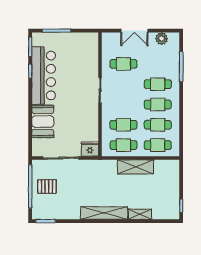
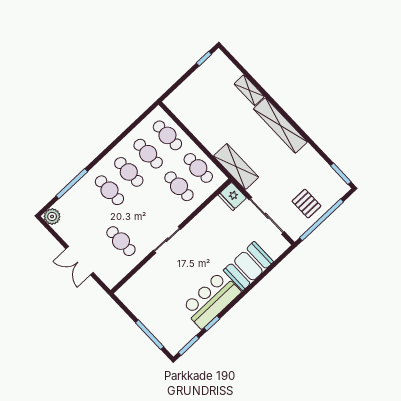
double door: (134, 31) -> (80, 261), swing flipped
plant: (162, 39) -> (52, 216), moved
bar counter: (44, 75) -> (211, 300), width x0.73
shelving: (135, 167) -> (236, 167), moved

